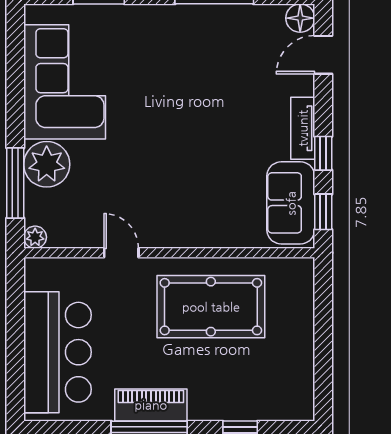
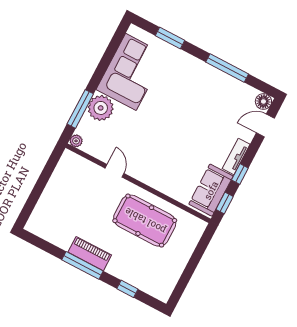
bar counter: (57, 352) -> (57, 203), removed

